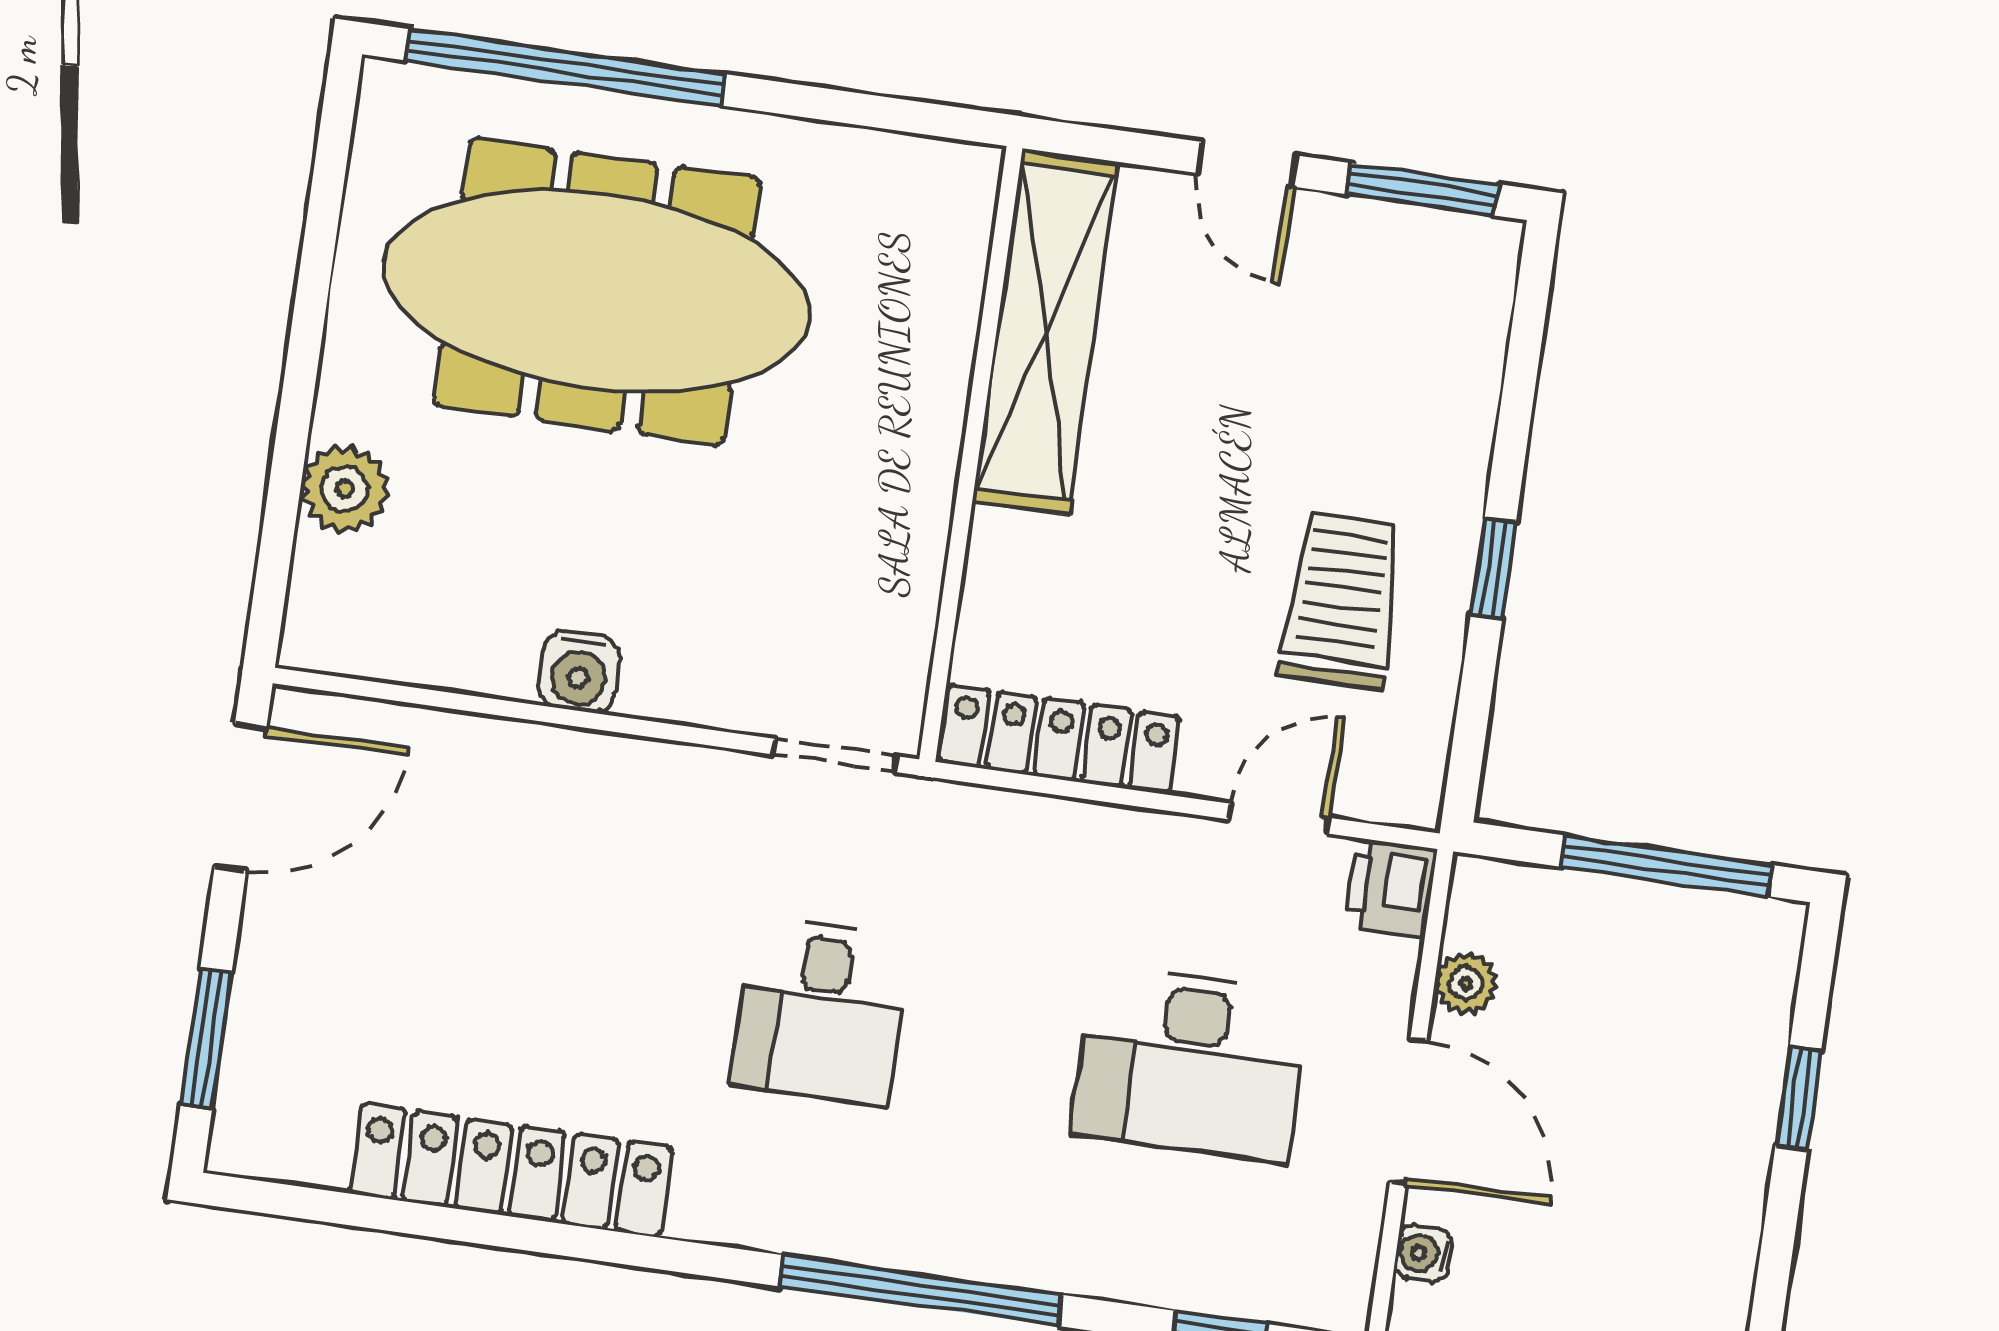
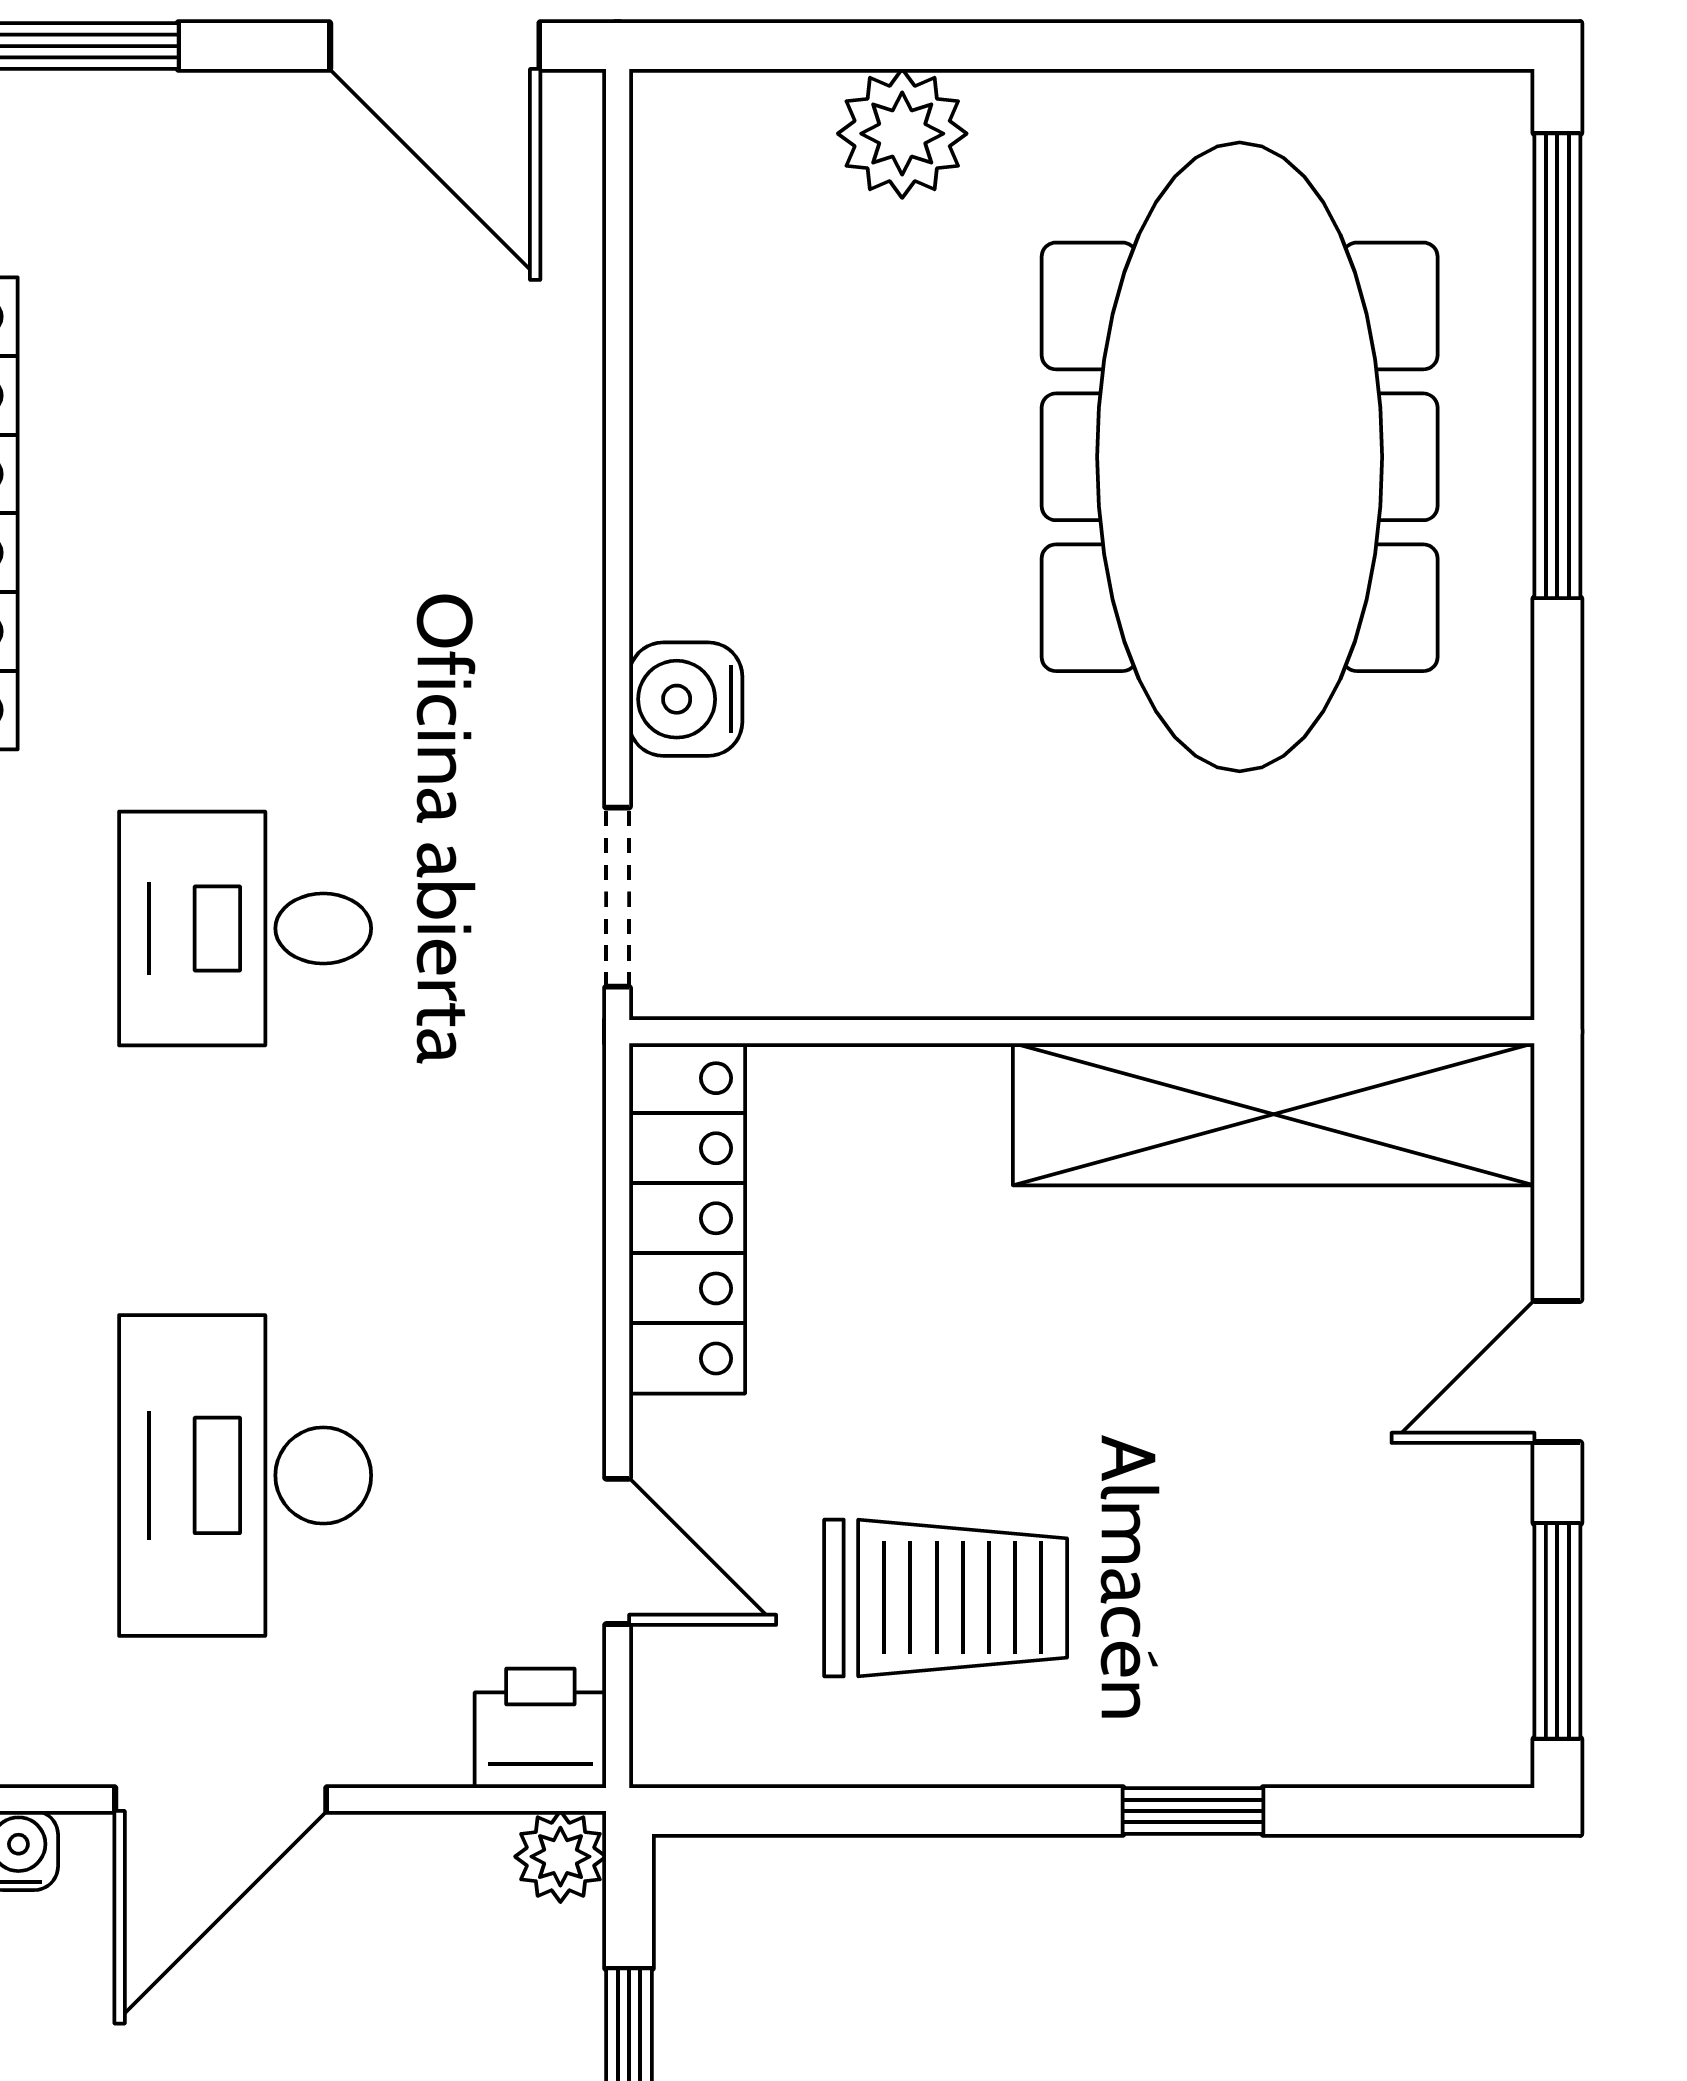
window: (1493, 568) -> (1193, 1811), moved
water cooler: (579, 672) -> (686, 699), moved
plant: (1466, 983) -> (560, 1857), moved

